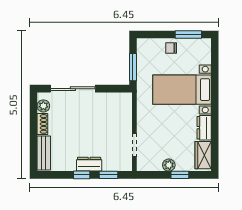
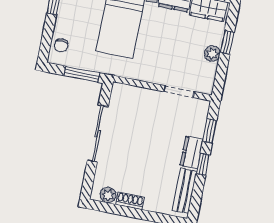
chair: (171, 48) -> (61, 45), moved
sliding door: (73, 89) -> (98, 133), moved
bench: (44, 153) -> (185, 191), moved, turned 90

